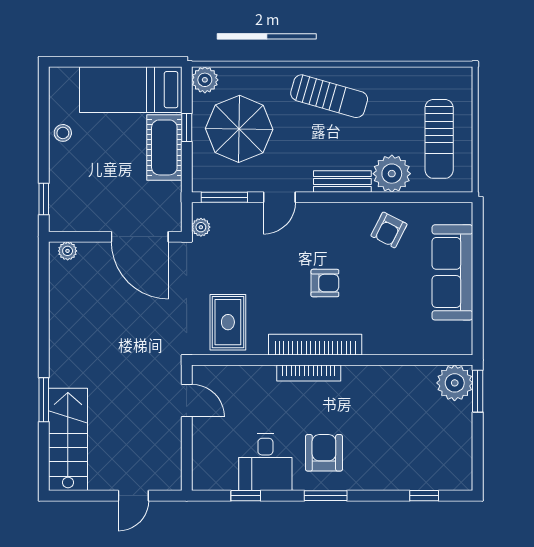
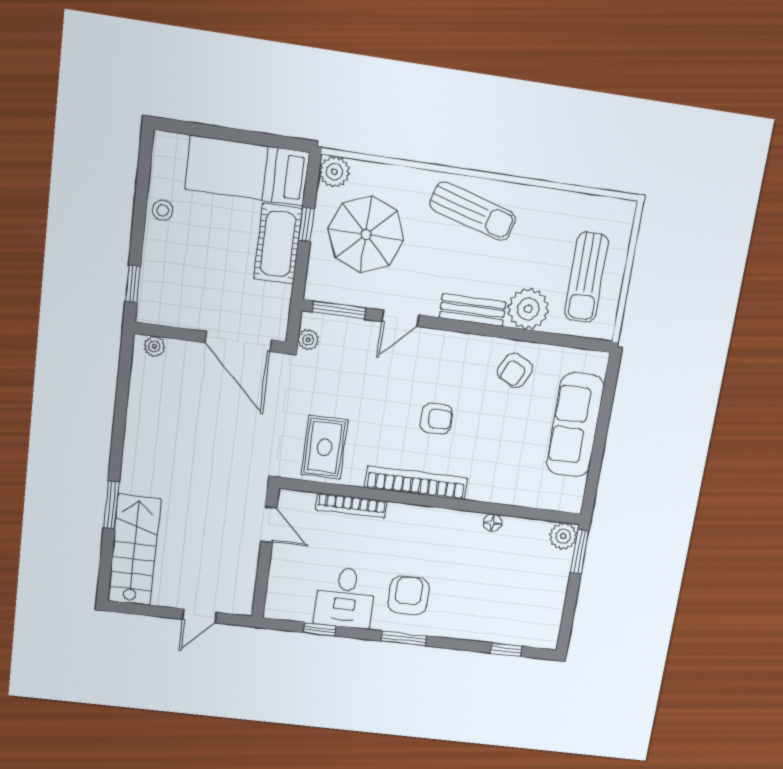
bookcase: (309, 373) -> (351, 505), moved
floor lamp: (391, 373) -> (493, 523), added
plant: (455, 383) -> (563, 536), width x0.73, depth x0.73

